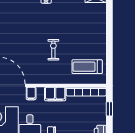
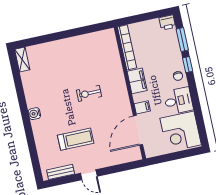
treadmill: (87, 67) -> (76, 139), moved, turned -90
window: (109, 109) -> (140, 18), removed

